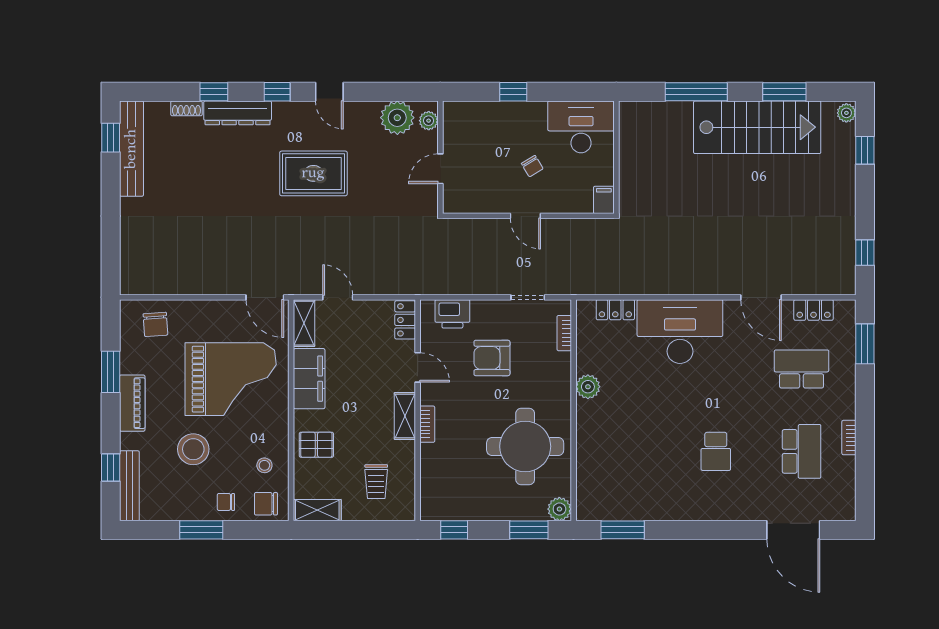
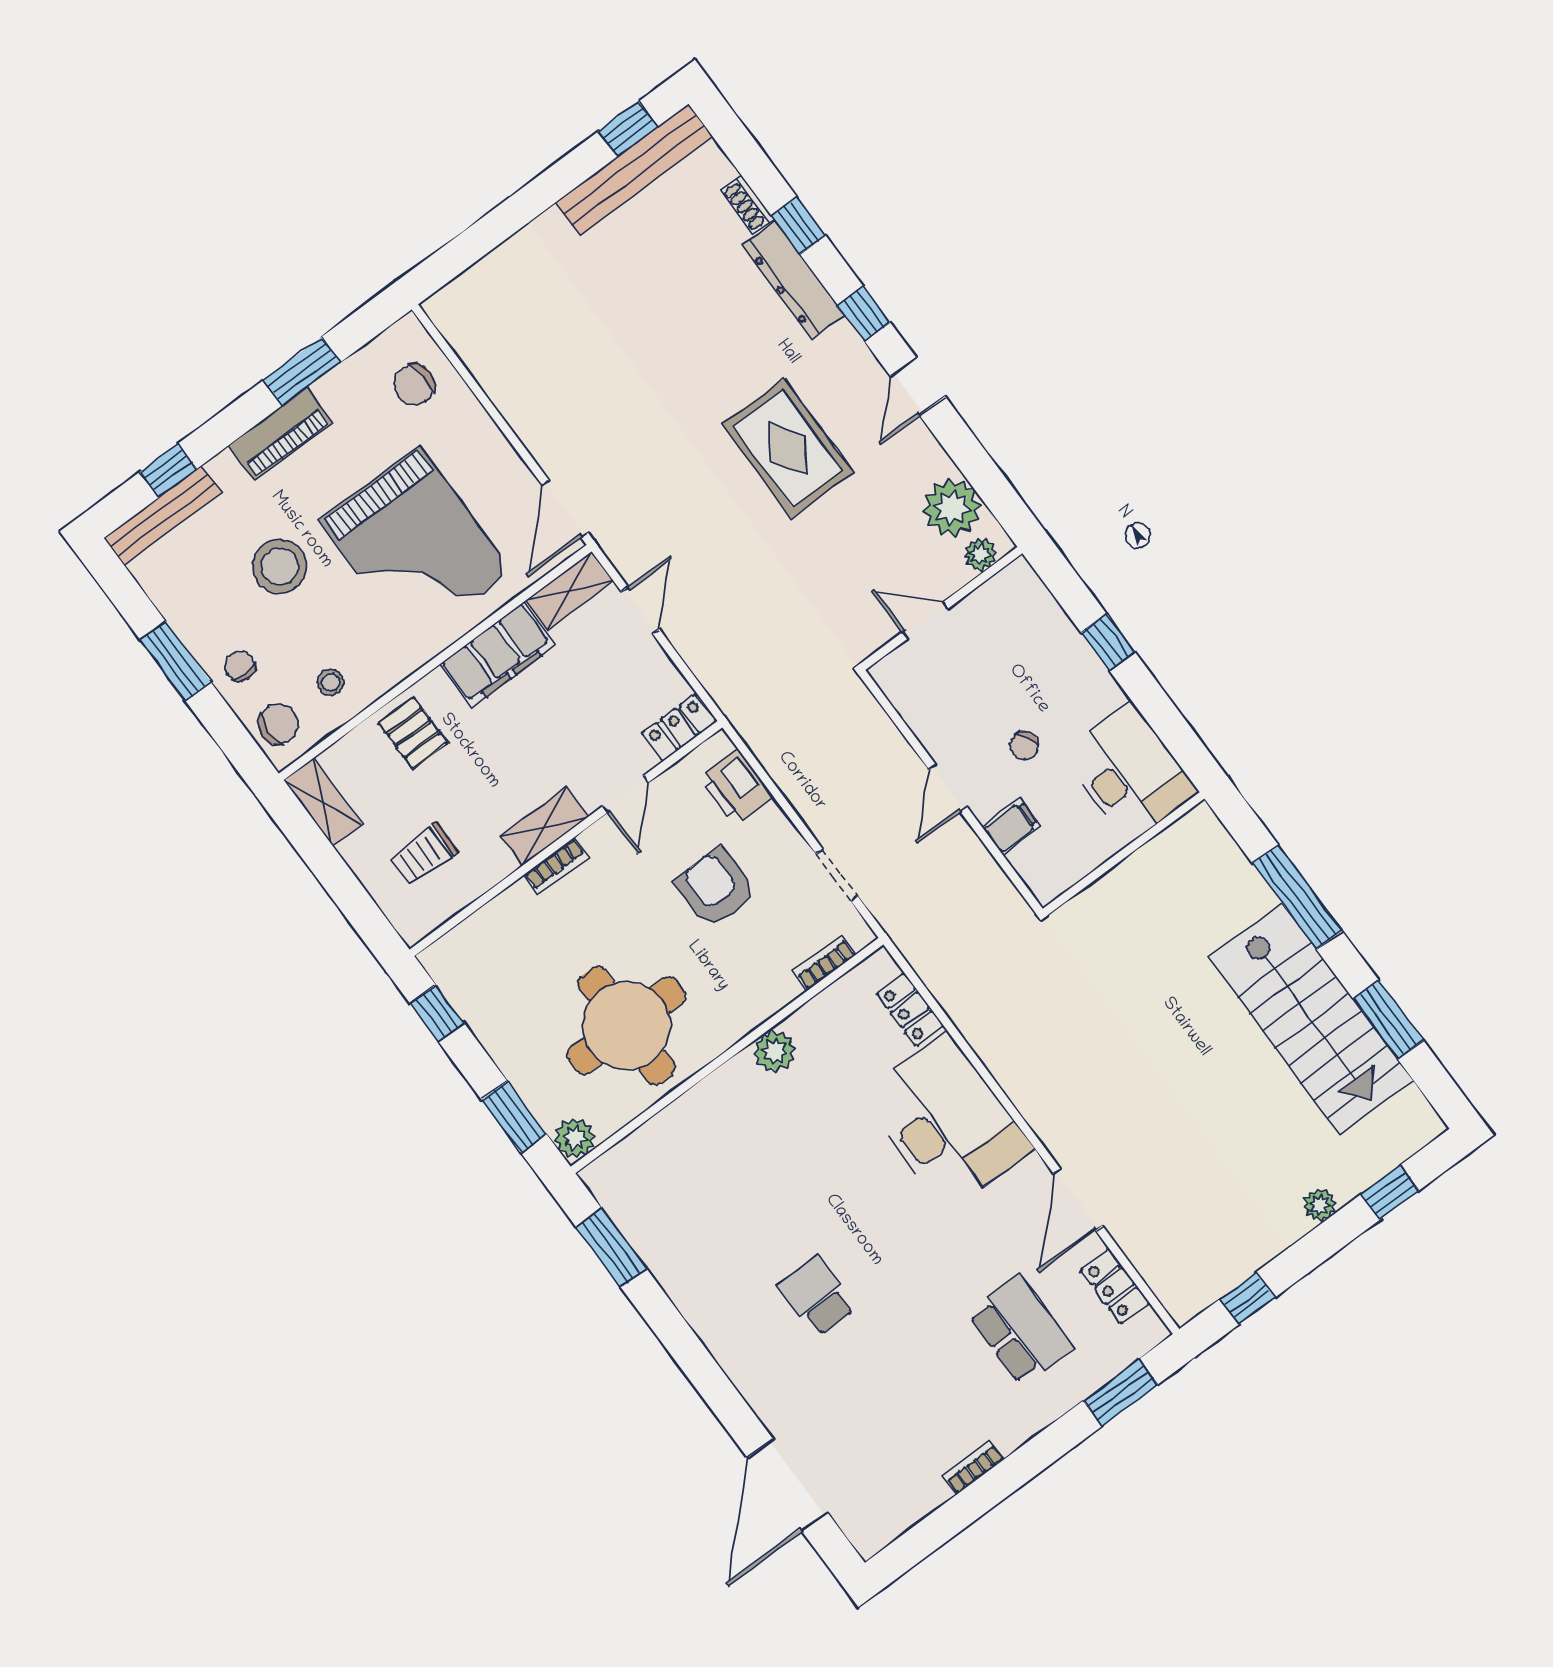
plant: (846, 113) -> (1320, 1205), moved
filing cabinet: (604, 200) -> (1011, 827), moved
school desk: (716, 451) -> (817, 1296), turned 90
school desk: (802, 451) -> (905, 1416), removed
chair: (266, 504) -> (279, 724), turned 90

